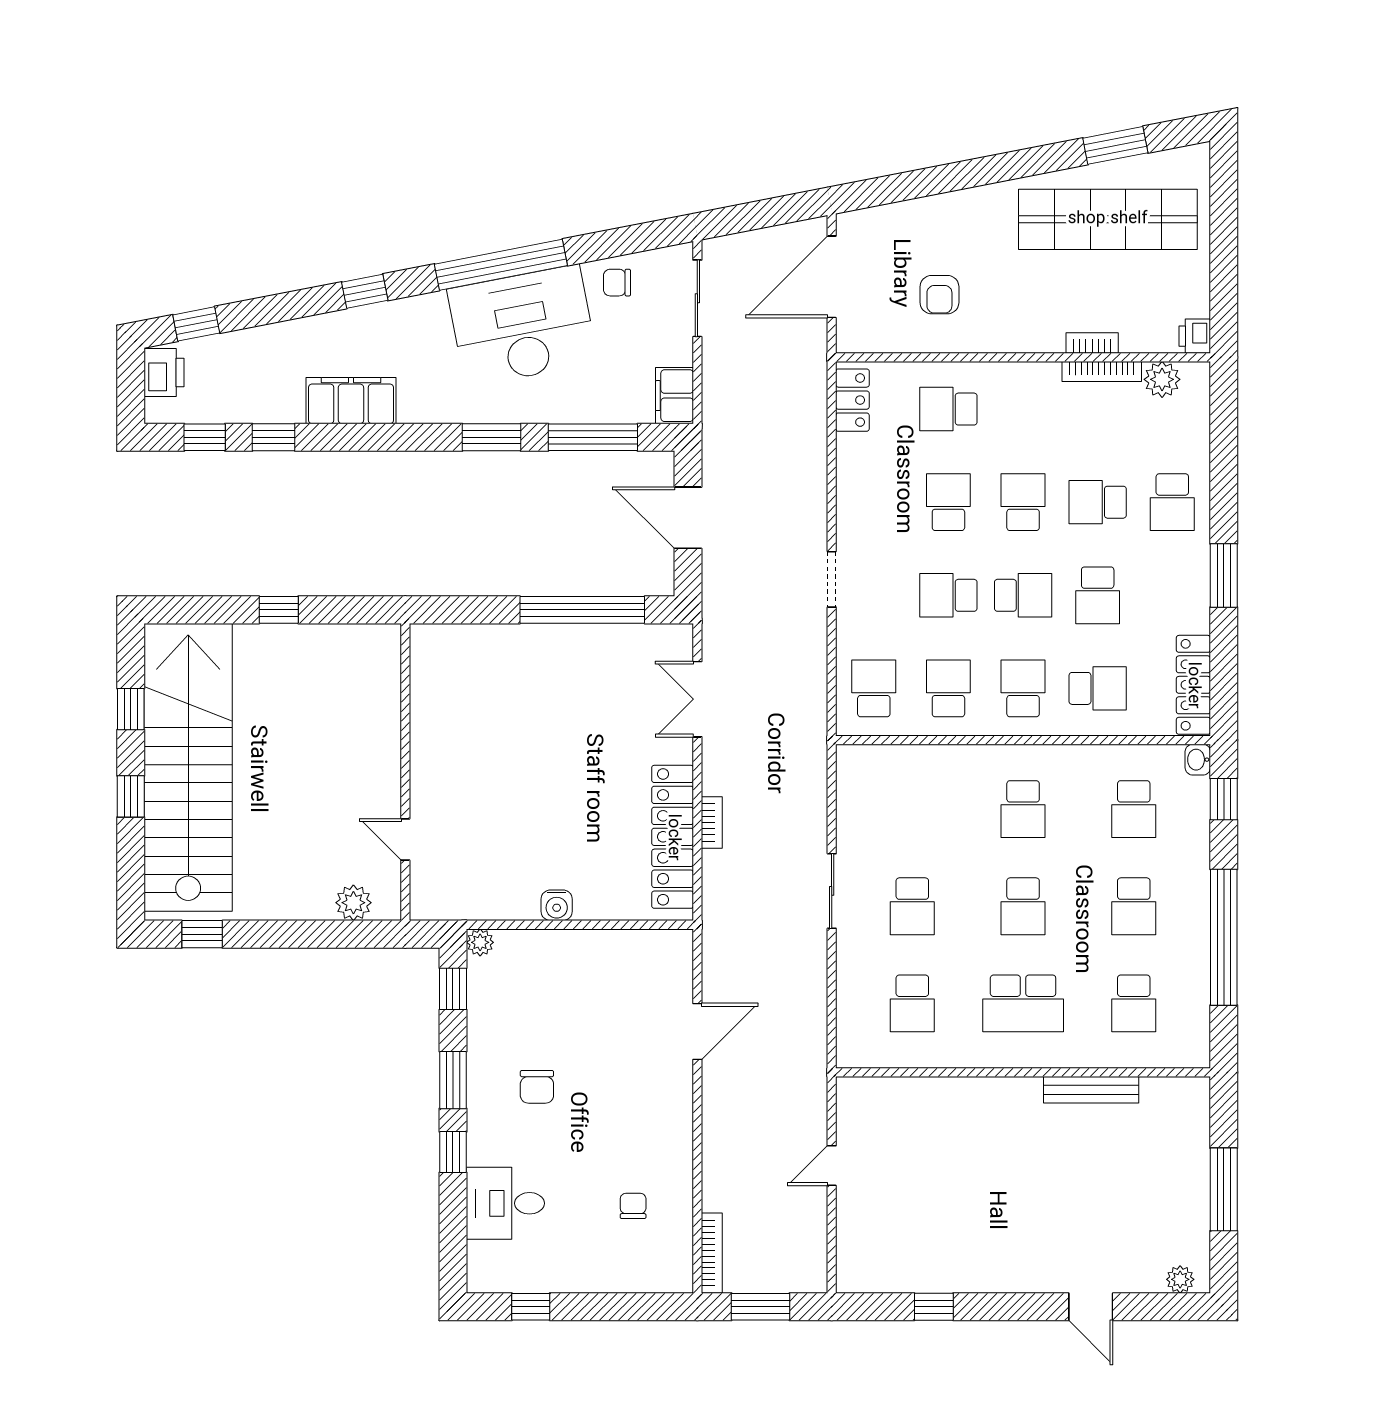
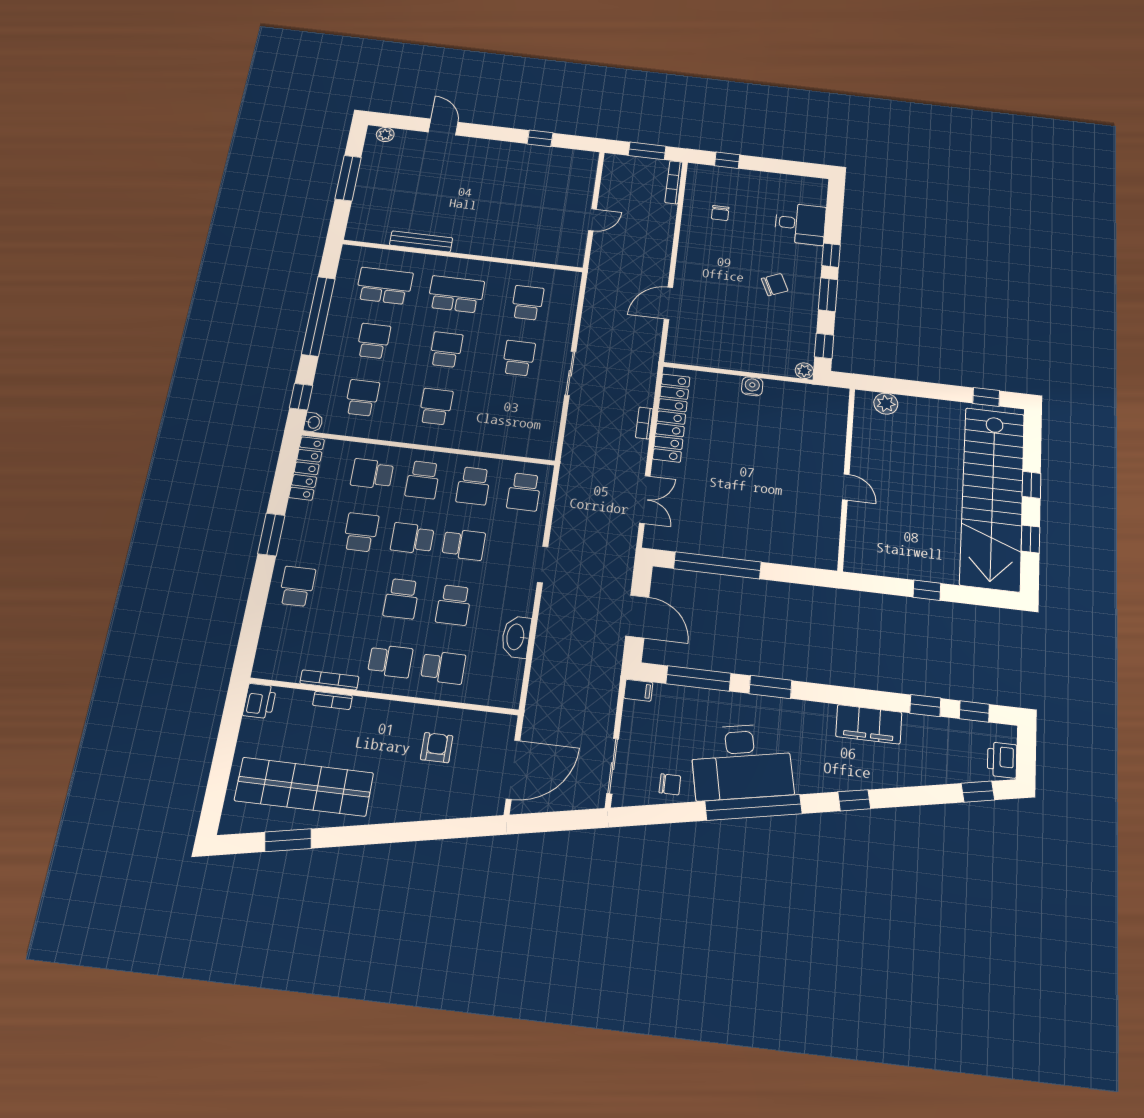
printer: (1195, 336) -> (260, 701), width x1.36, depth x1.24
plant: (1162, 379) -> (287, 669), removed
filing cabinet: (675, 396) -> (638, 690), width x0.50
locker: (852, 400) -> (511, 682), removed
washbasin: (854, 466) -> (516, 637), added
school desk: (1098, 502) -> (390, 661), moved
door: (405, 839) -> (846, 487), moved
school desk: (1134, 1003) -> (384, 286), width x1.85
chair: (537, 1087) -> (775, 285), turned 66
window: (531, 1307) -> (727, 160), moved

